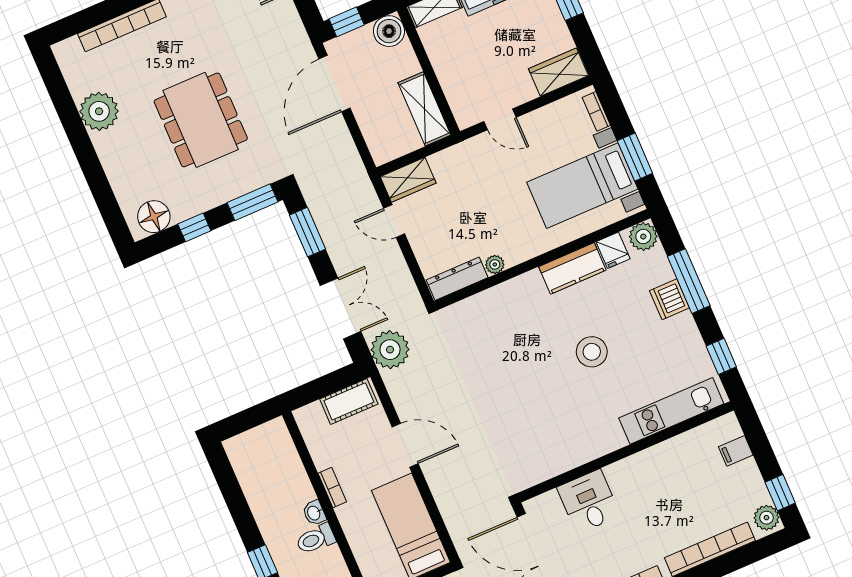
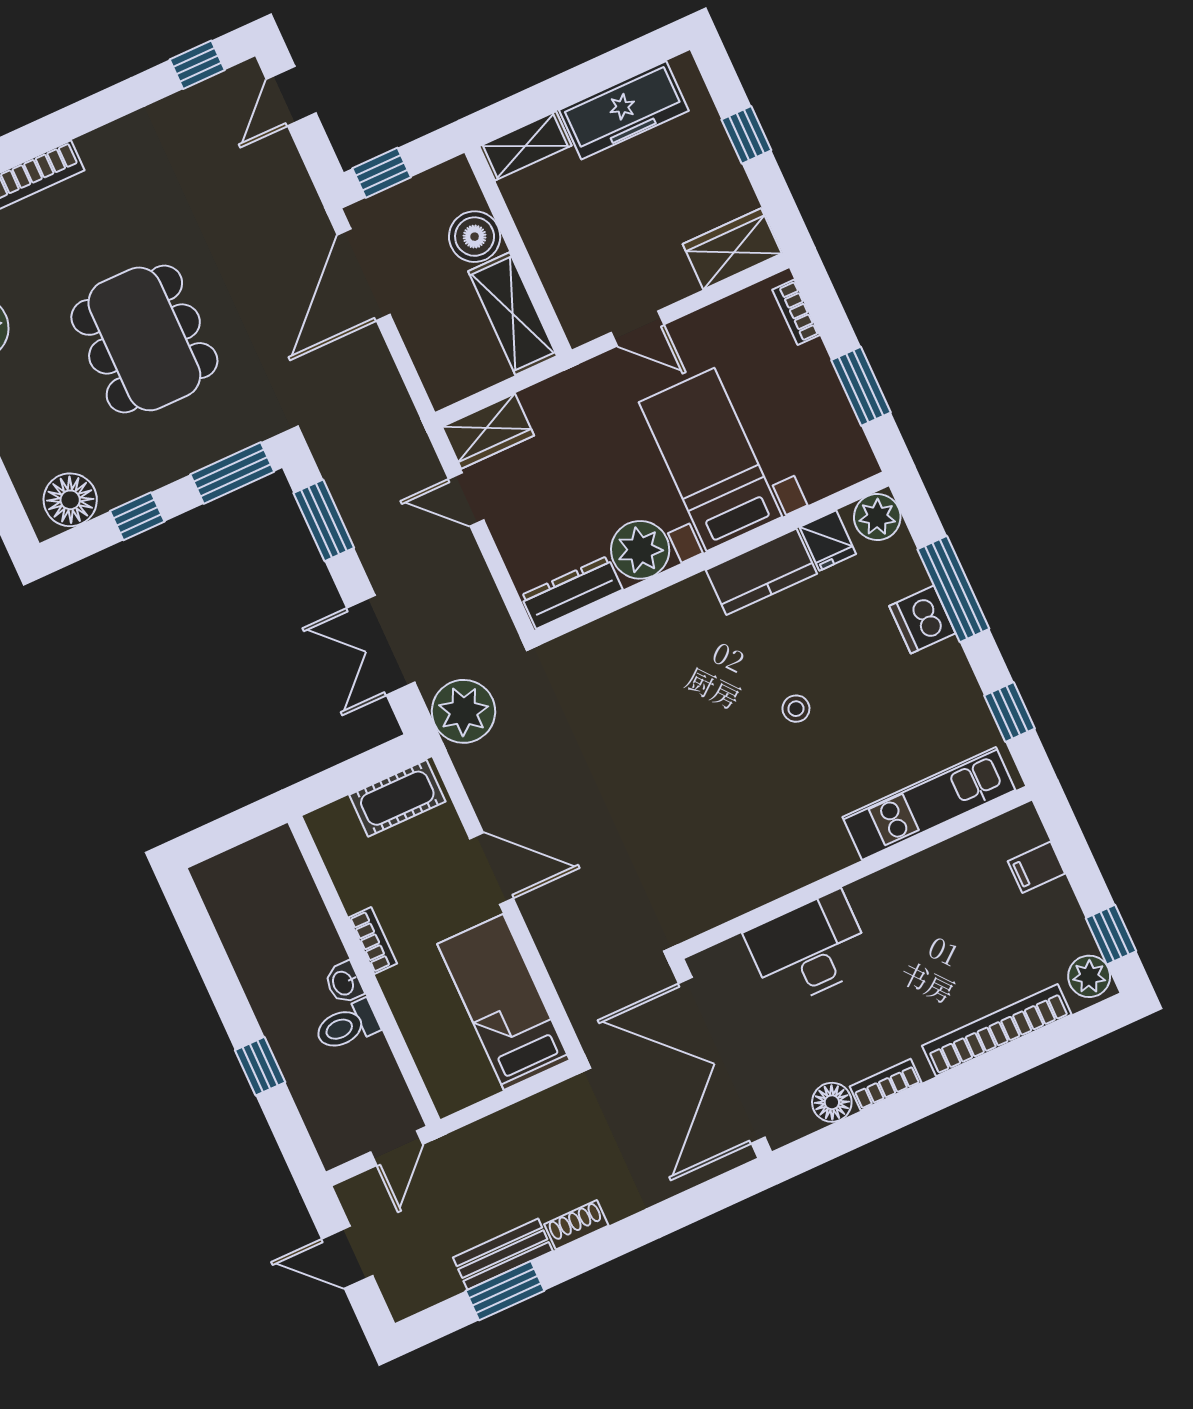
boiler: (389, 31) -> (475, 237), moved
bed with nightstands: (582, 186) -> (711, 460), moved, turned 90
plant: (495, 264) -> (640, 550), width x1.88, depth x1.88
double door: (341, 308) -> (381, 645), swing flipped
stool: (592, 352) -> (796, 709), width x0.53, depth x0.53
desk: (589, 501) -> (809, 949), width x1.37

